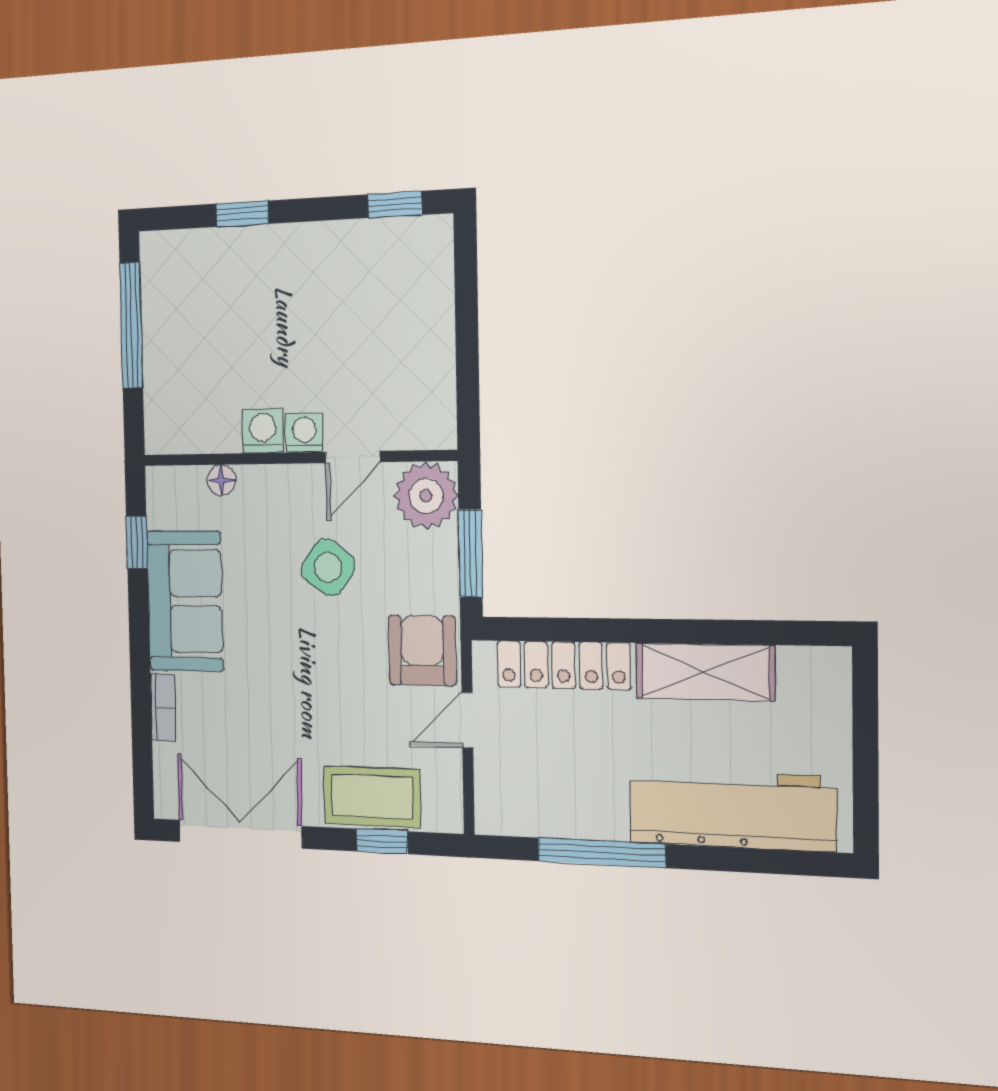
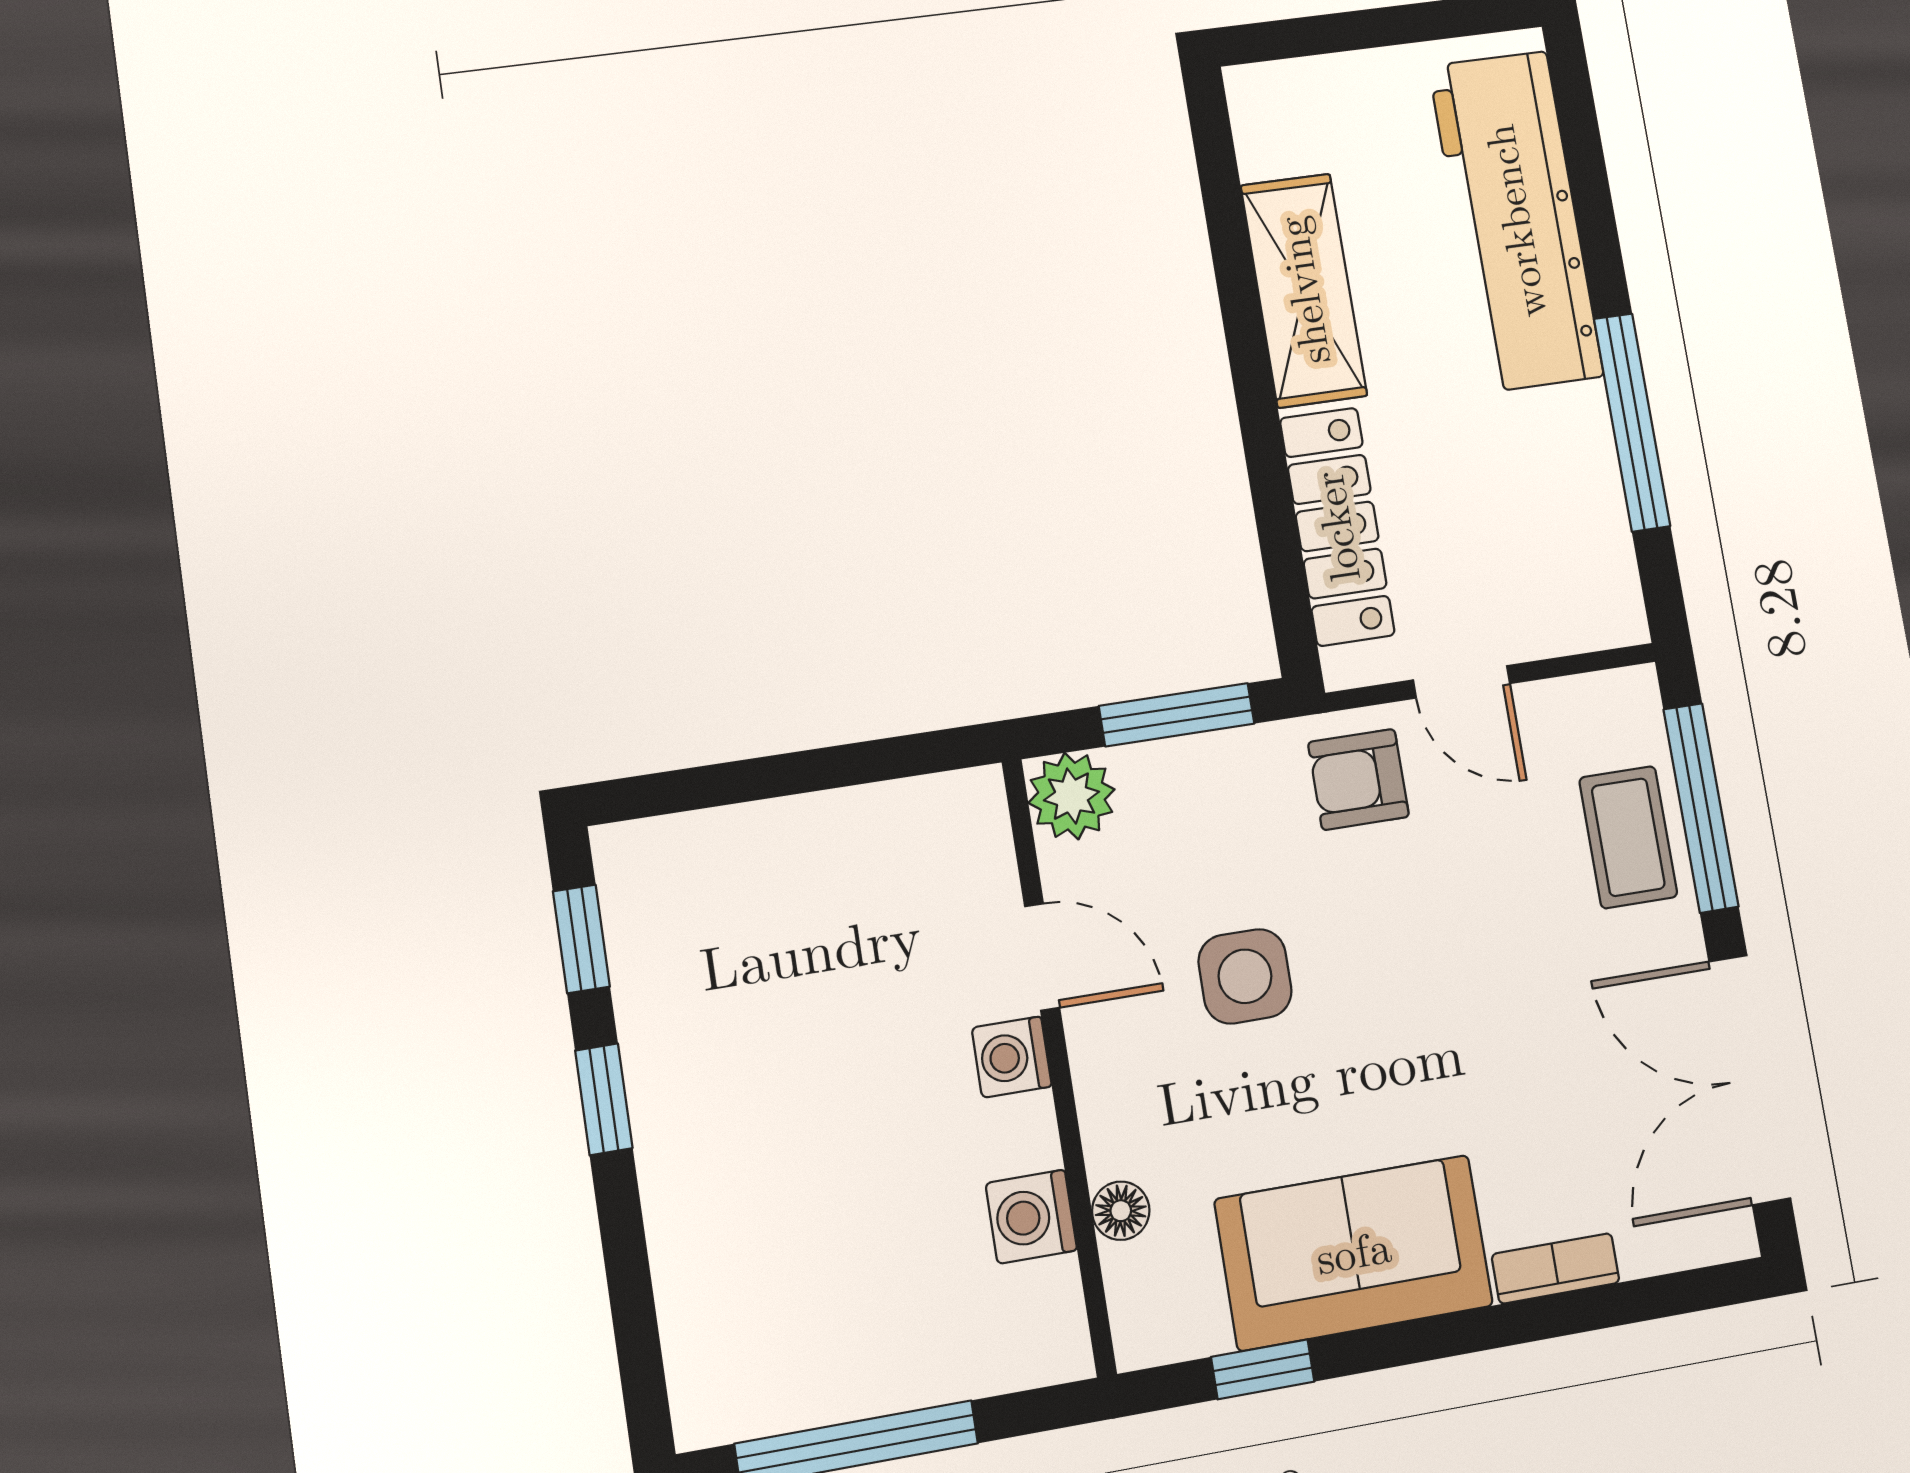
window: (242, 214) -> (604, 1099), moved
washing machine: (263, 431) -> (1031, 1217), moved
plant: (426, 496) -> (1071, 796), width x0.73, depth x0.73
side table: (328, 567) -> (1245, 976), turned -35
armchair: (422, 650) -> (1358, 779), width x0.72, depth x0.72
coffee table: (372, 797) -> (1628, 837), width x0.73, depth x0.77
window: (382, 841) -> (1701, 808), width x2.17

